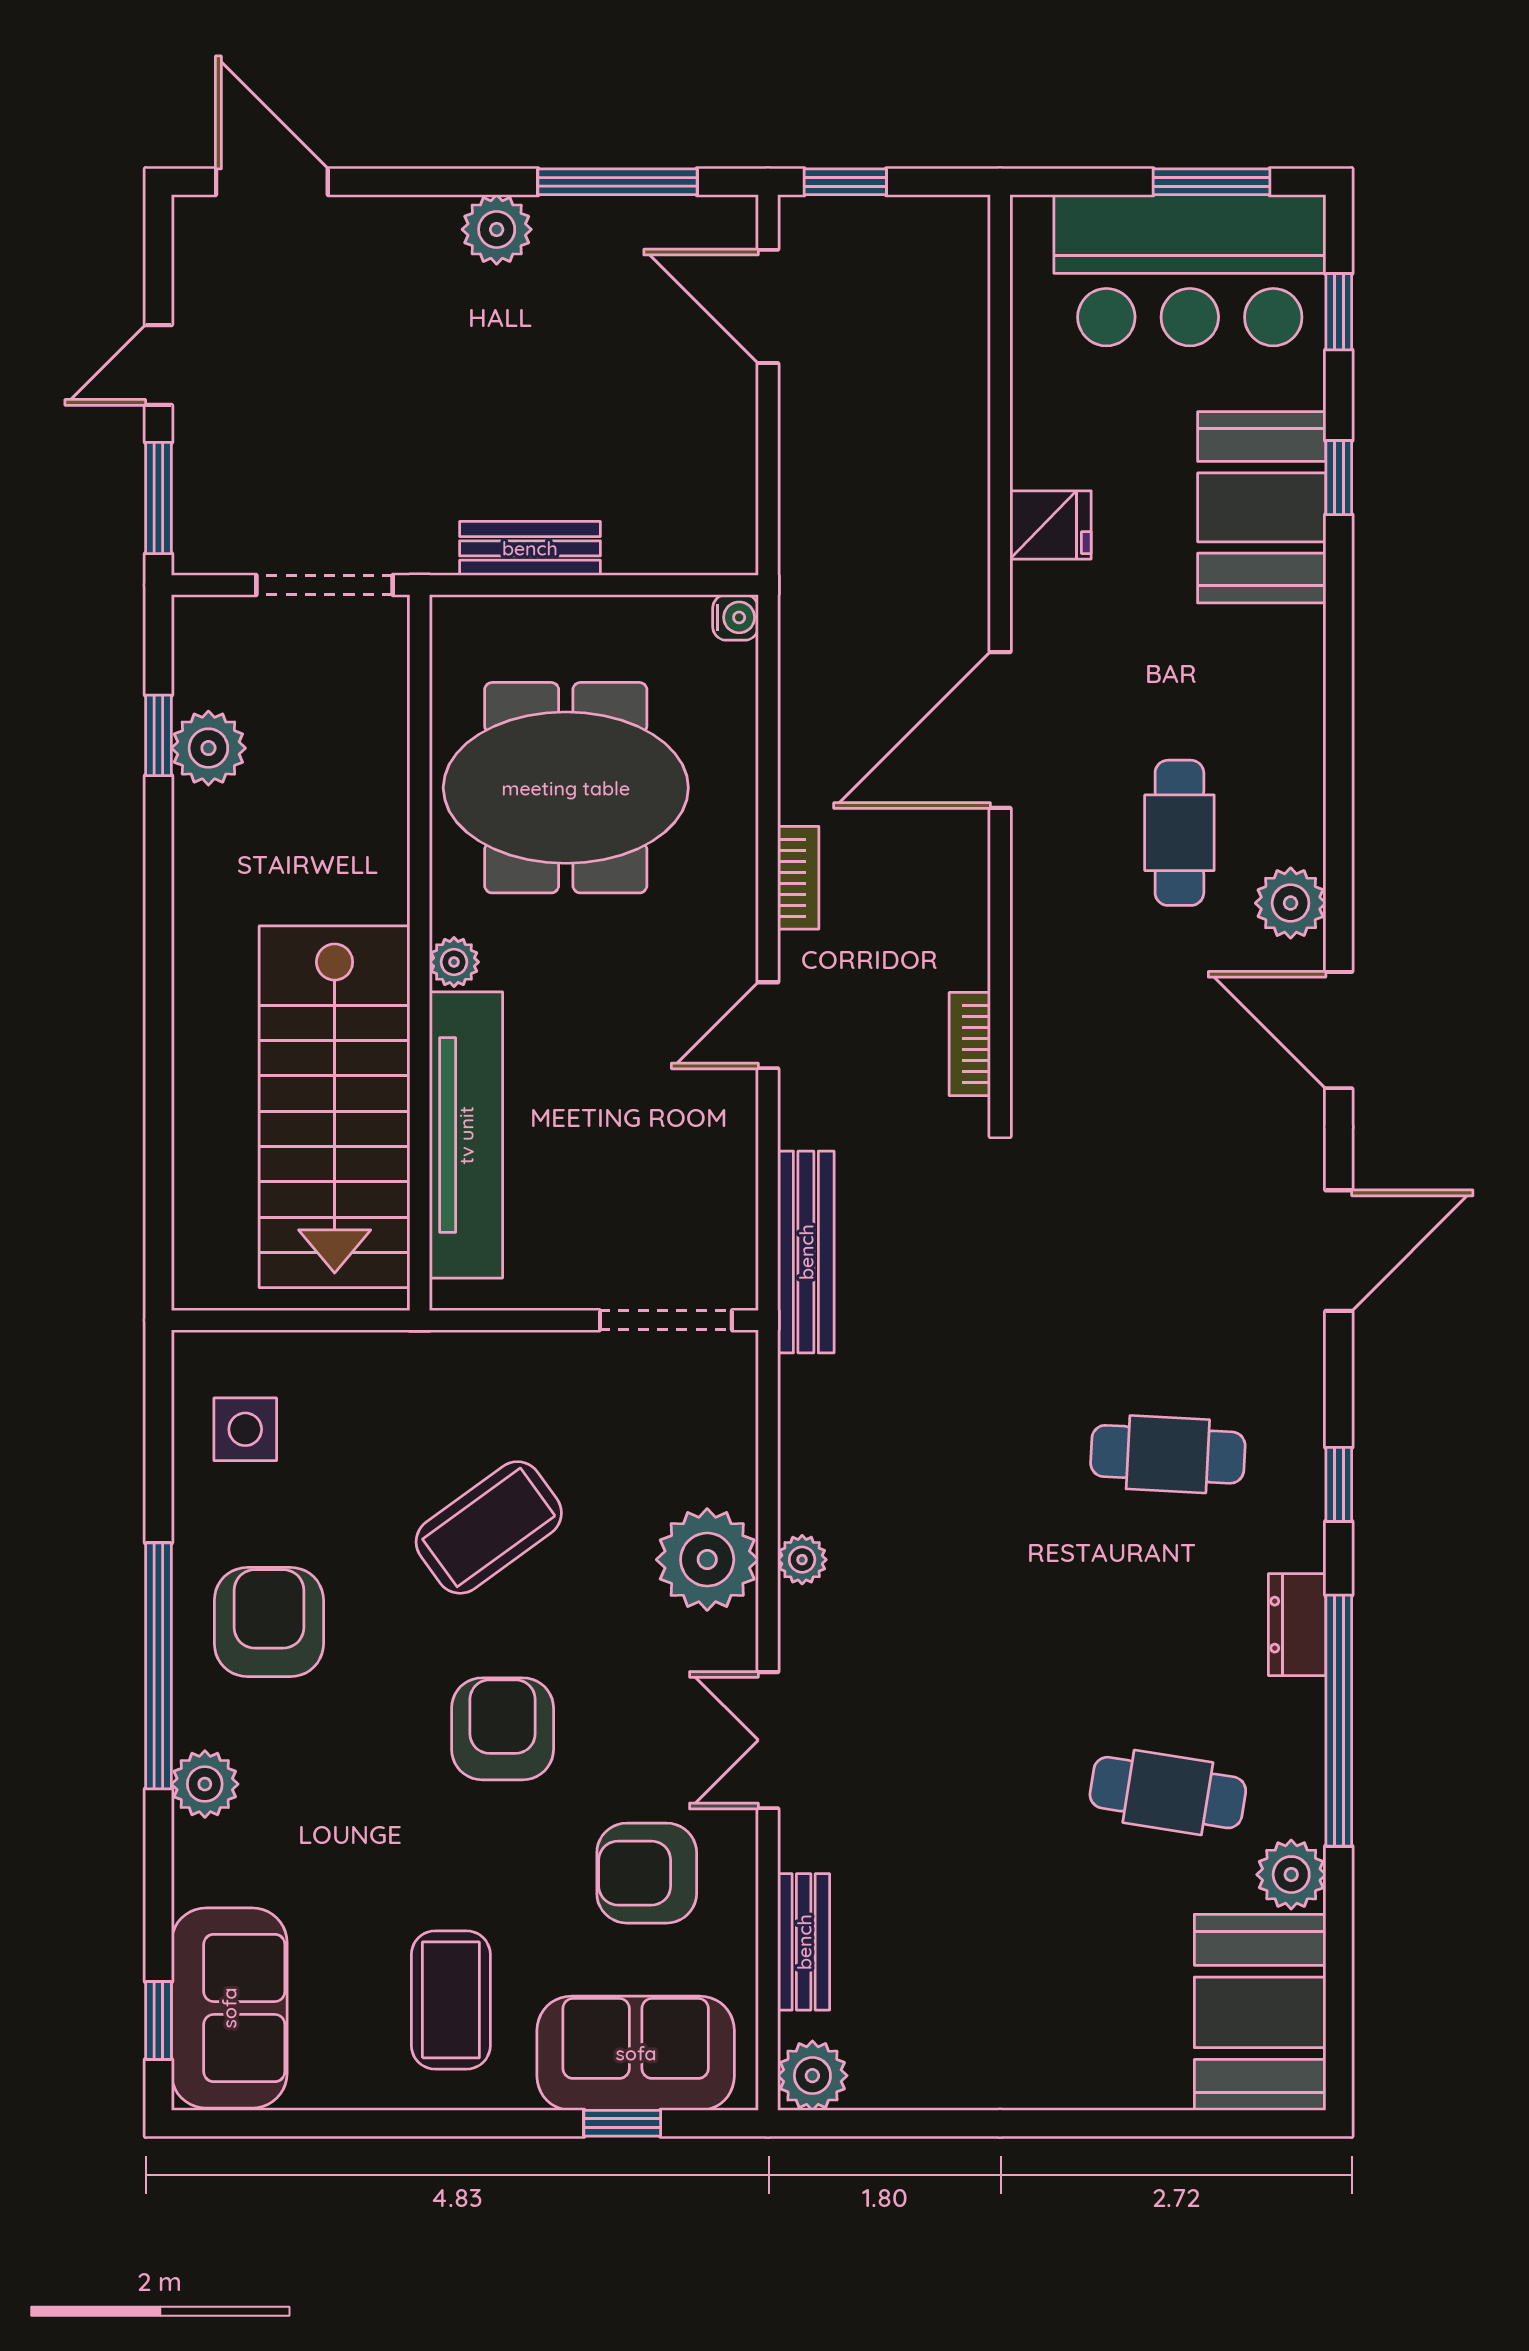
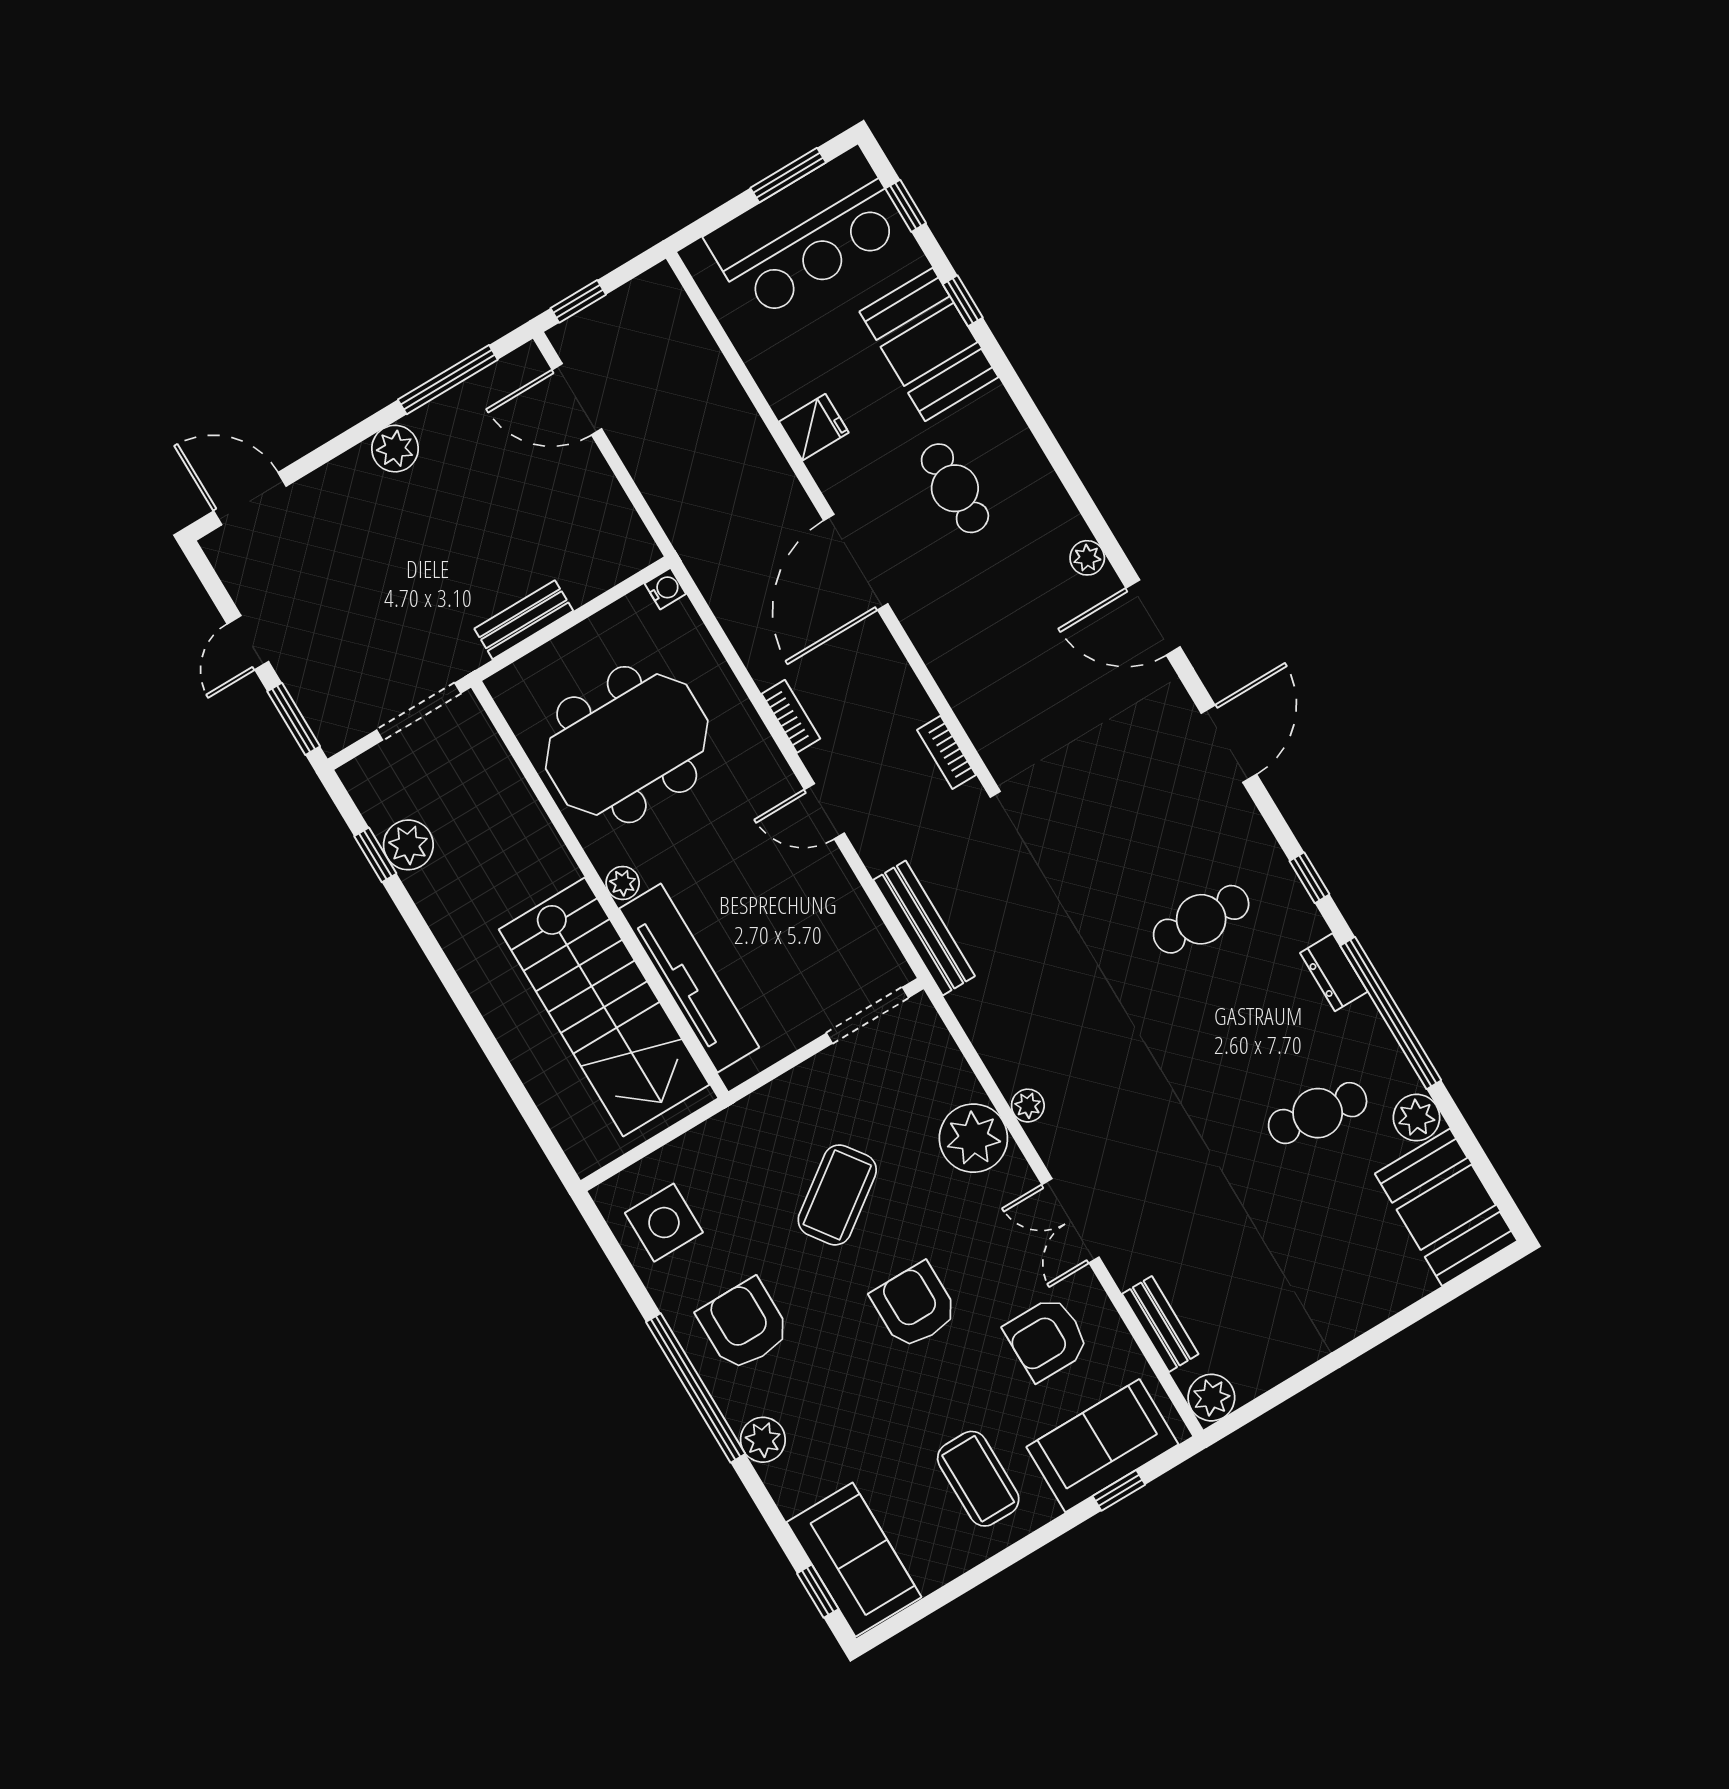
cafe table: (1179, 833) -> (955, 488), moved
plant: (1291, 903) -> (1087, 558), width x0.73, depth x0.73
door: (768, 1025) -> (824, 811), hinge flipped
side table: (245, 1429) -> (664, 1223), width x1.37, depth x1.37

